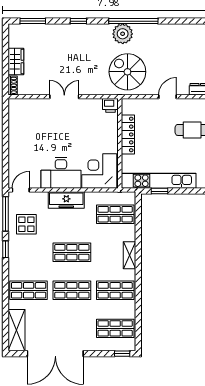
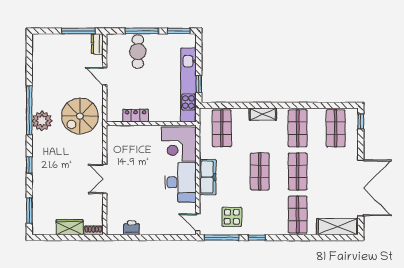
printer: (110, 105) -> (132, 228), moved, turned -90
locker: (128, 134) -> (136, 116), width x0.66

